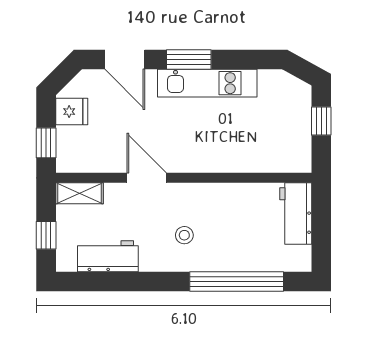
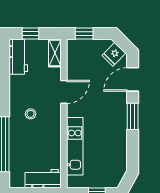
kitchen unit: (207, 83) -> (75, 146), moved, turned 180
fridge: (72, 112) -> (114, 54), moved, turned 45
workbench: (108, 256) -> (18, 57), moved

